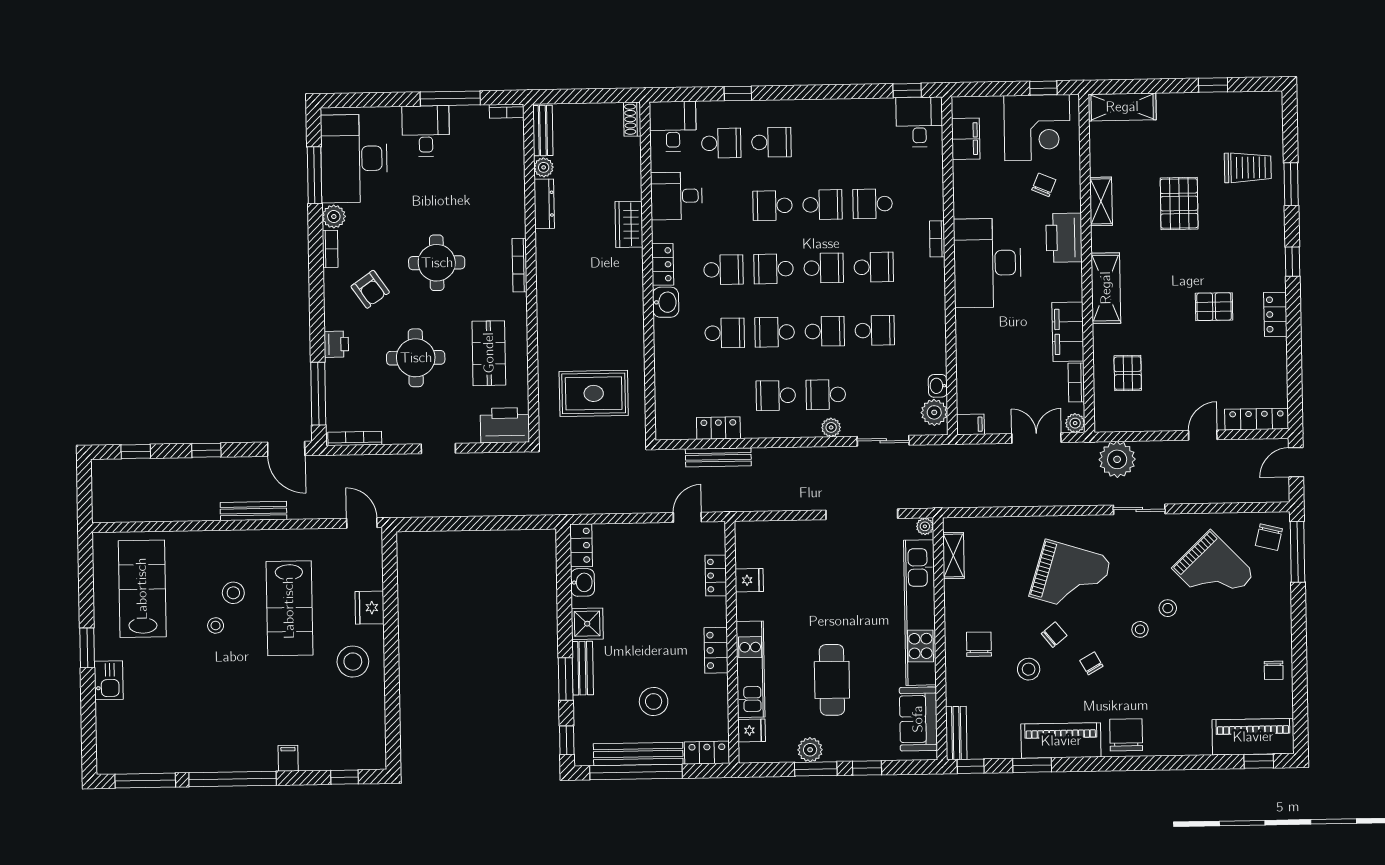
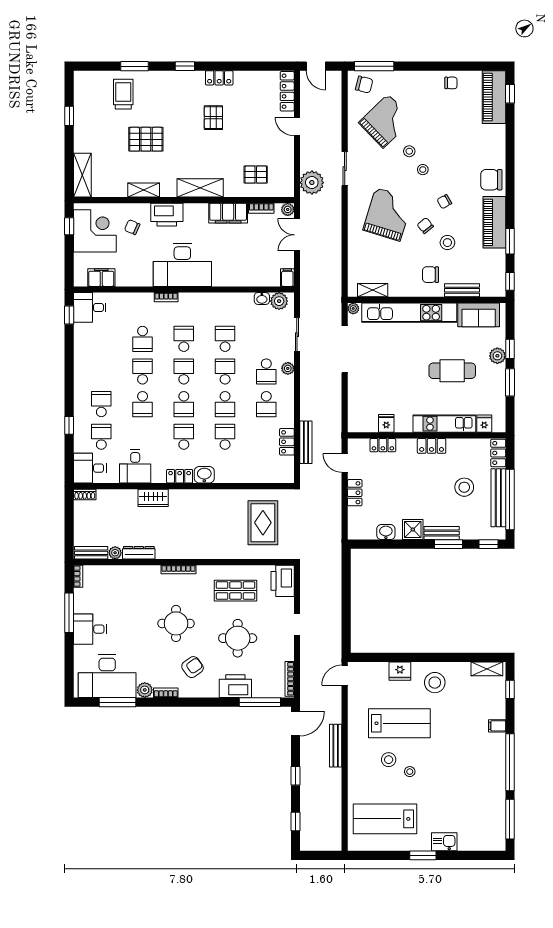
printer: (336, 344) -> (235, 686), width x1.87, depth x1.48
locker: (581, 545) -> (355, 493), moved, turned 90
bench: (956, 733) -> (462, 290), moved
shelving: (375, 741) -> (487, 669), added
plant: (810, 750) -> (497, 356), moved

